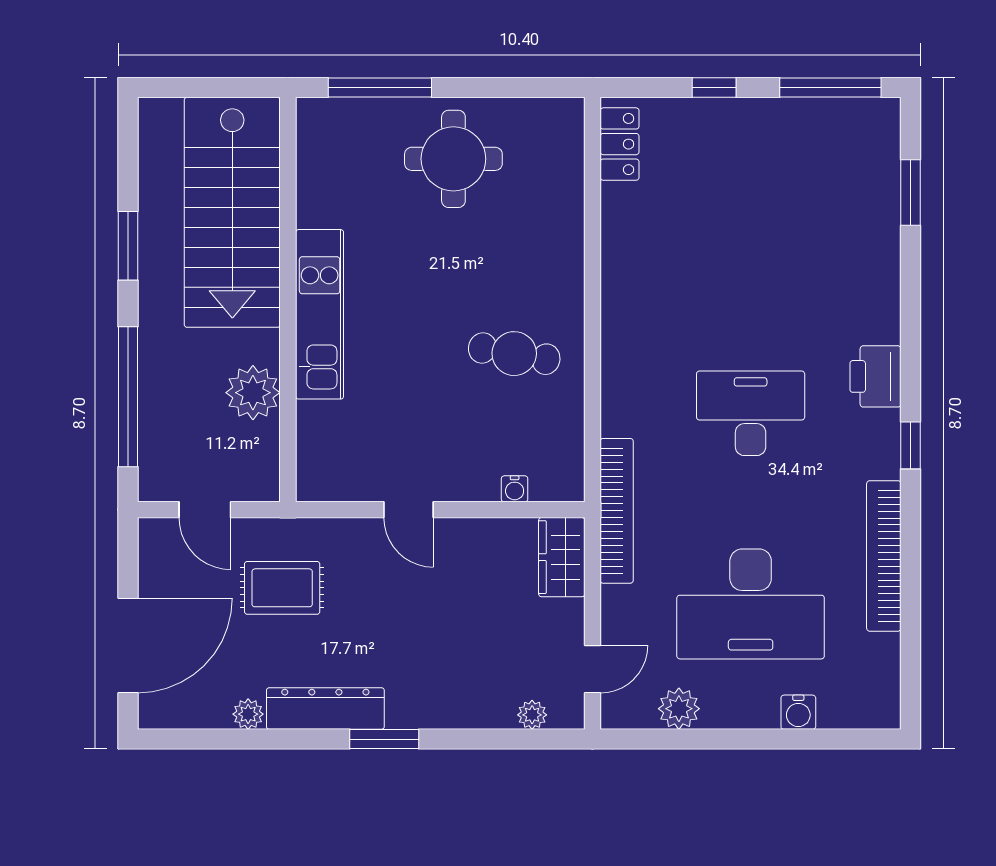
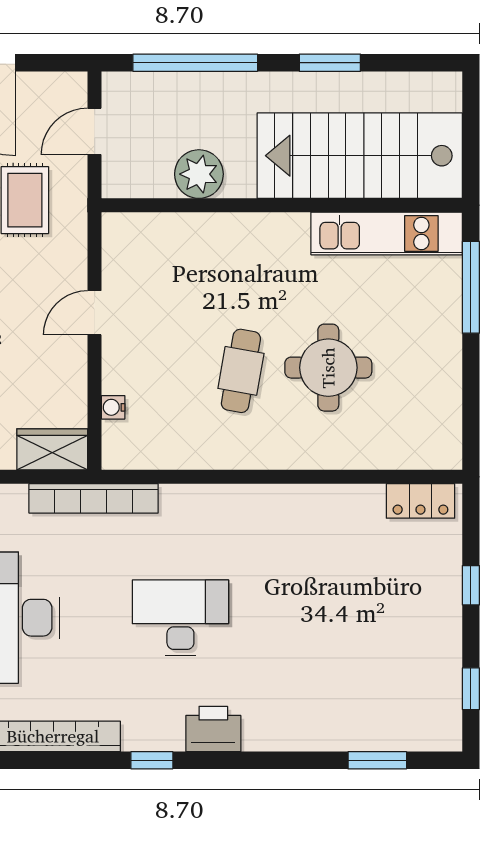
window: (830, 88) -> (471, 689), width x0.46
round table: (453, 159) -> (328, 368), moved
kitchen unit: (320, 314) -> (387, 233), moved
cafe table: (514, 354) -> (241, 371), moved
desk: (751, 413) -> (180, 618), turned -90

